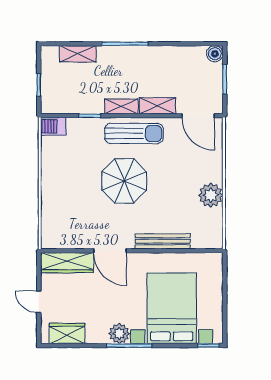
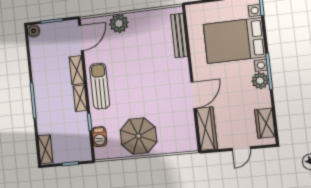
shelving: (78, 54) -> (45, 149), moved
barbecue: (53, 126) -> (99, 137), moved
parasol: (124, 181) -> (139, 136), moved
plant: (211, 195) -> (119, 23), moved
bench: (163, 241) -> (179, 35), moved

